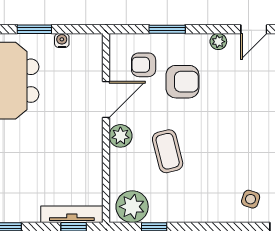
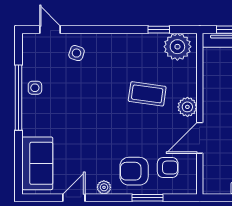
armchair: (182, 82) -> (134, 171), moved
coffee table: (168, 151) -> (147, 94), turned -68

